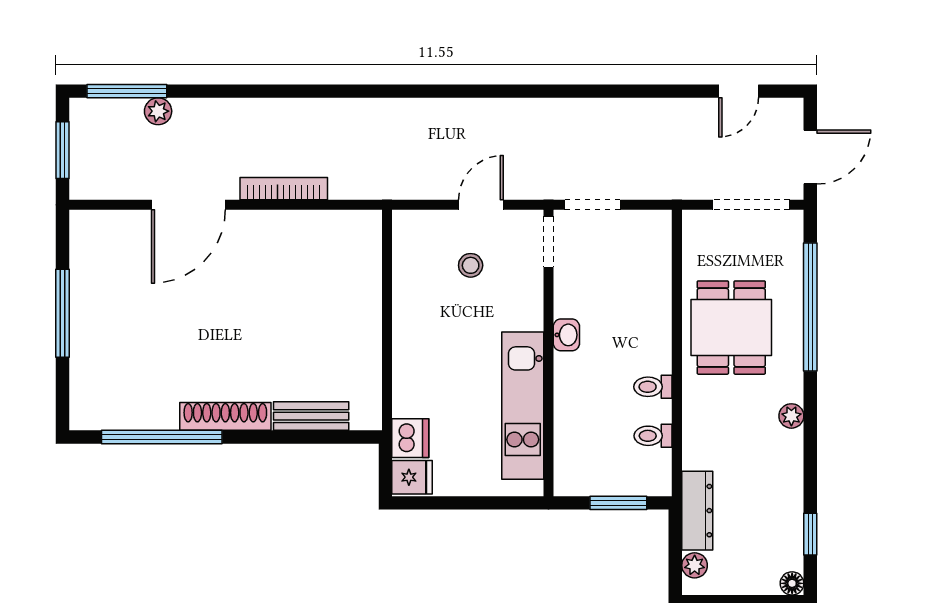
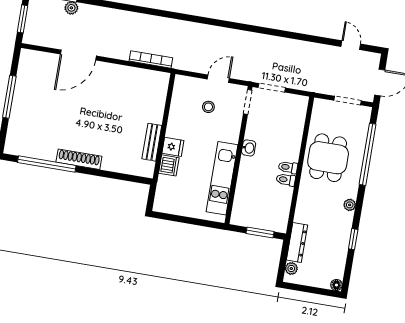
door: (739, 91) -> (351, 45), swing flipped
bookcase: (284, 189) -> (151, 59), moved
doorway: (751, 205) -> (348, 101), width x0.73
bench: (311, 416) -> (152, 142), moved, turned 90
toilet: (653, 436) -> (288, 167), moved
dishwasher: (410, 438) -> (169, 165), moved
fridge: (412, 477) -> (173, 147), moved
window: (810, 534) -> (353, 239), moved

